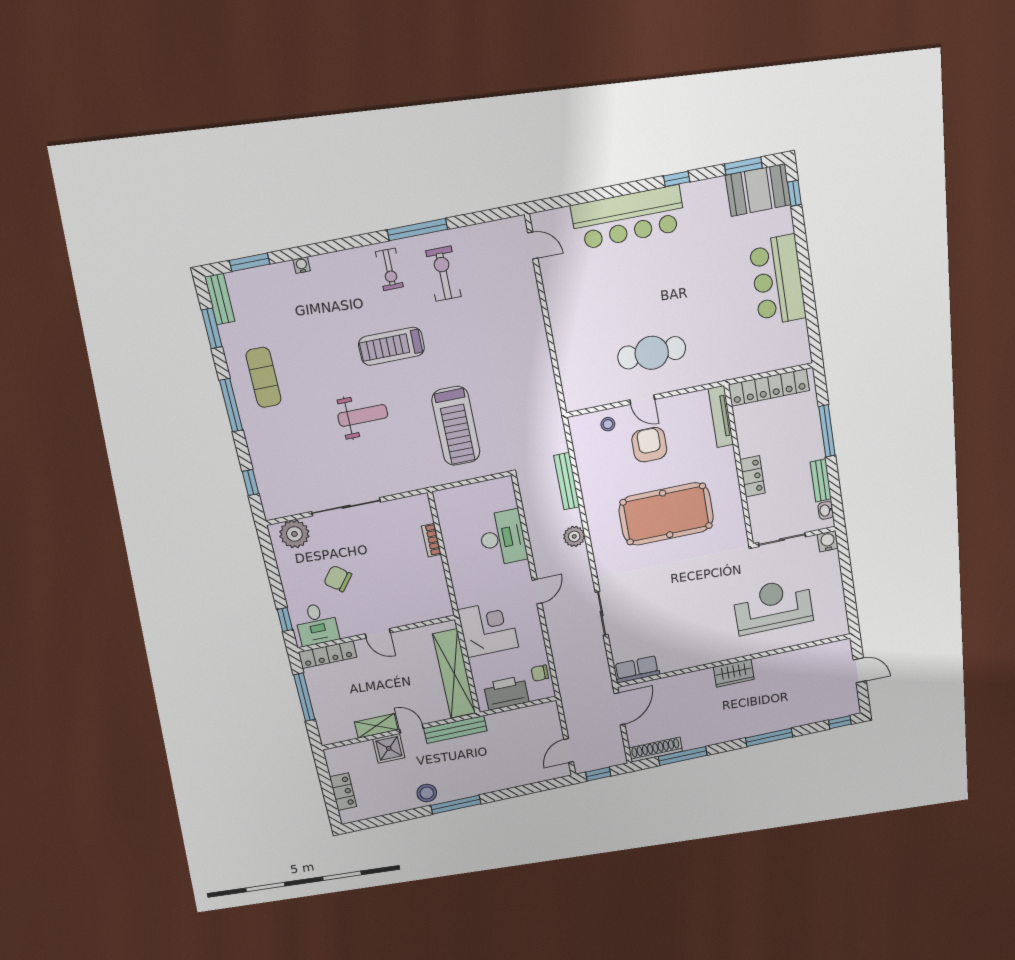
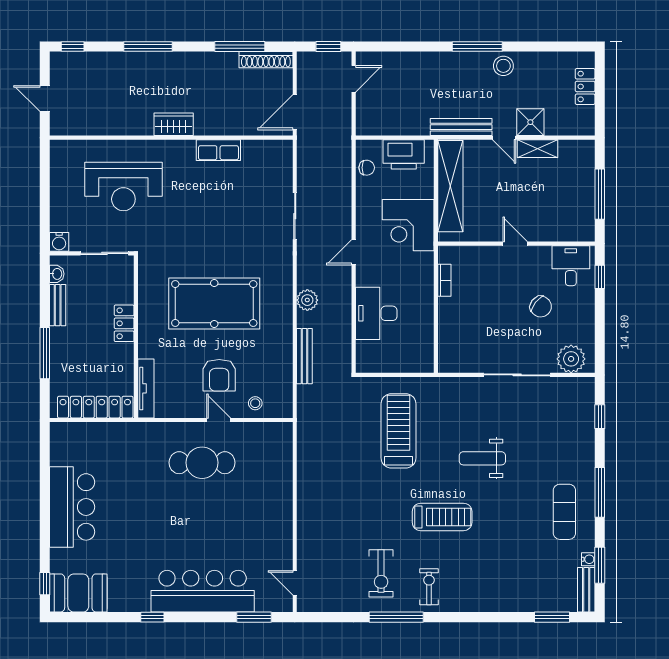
window: (743, 166) -> (254, 617), moved
water cooler: (302, 265) -> (588, 559), moved, turned -90
bookcase: (431, 540) -> (444, 280), moved
locker: (328, 655) -> (568, 233), removed
row of seats: (637, 669) -> (218, 150), moved

